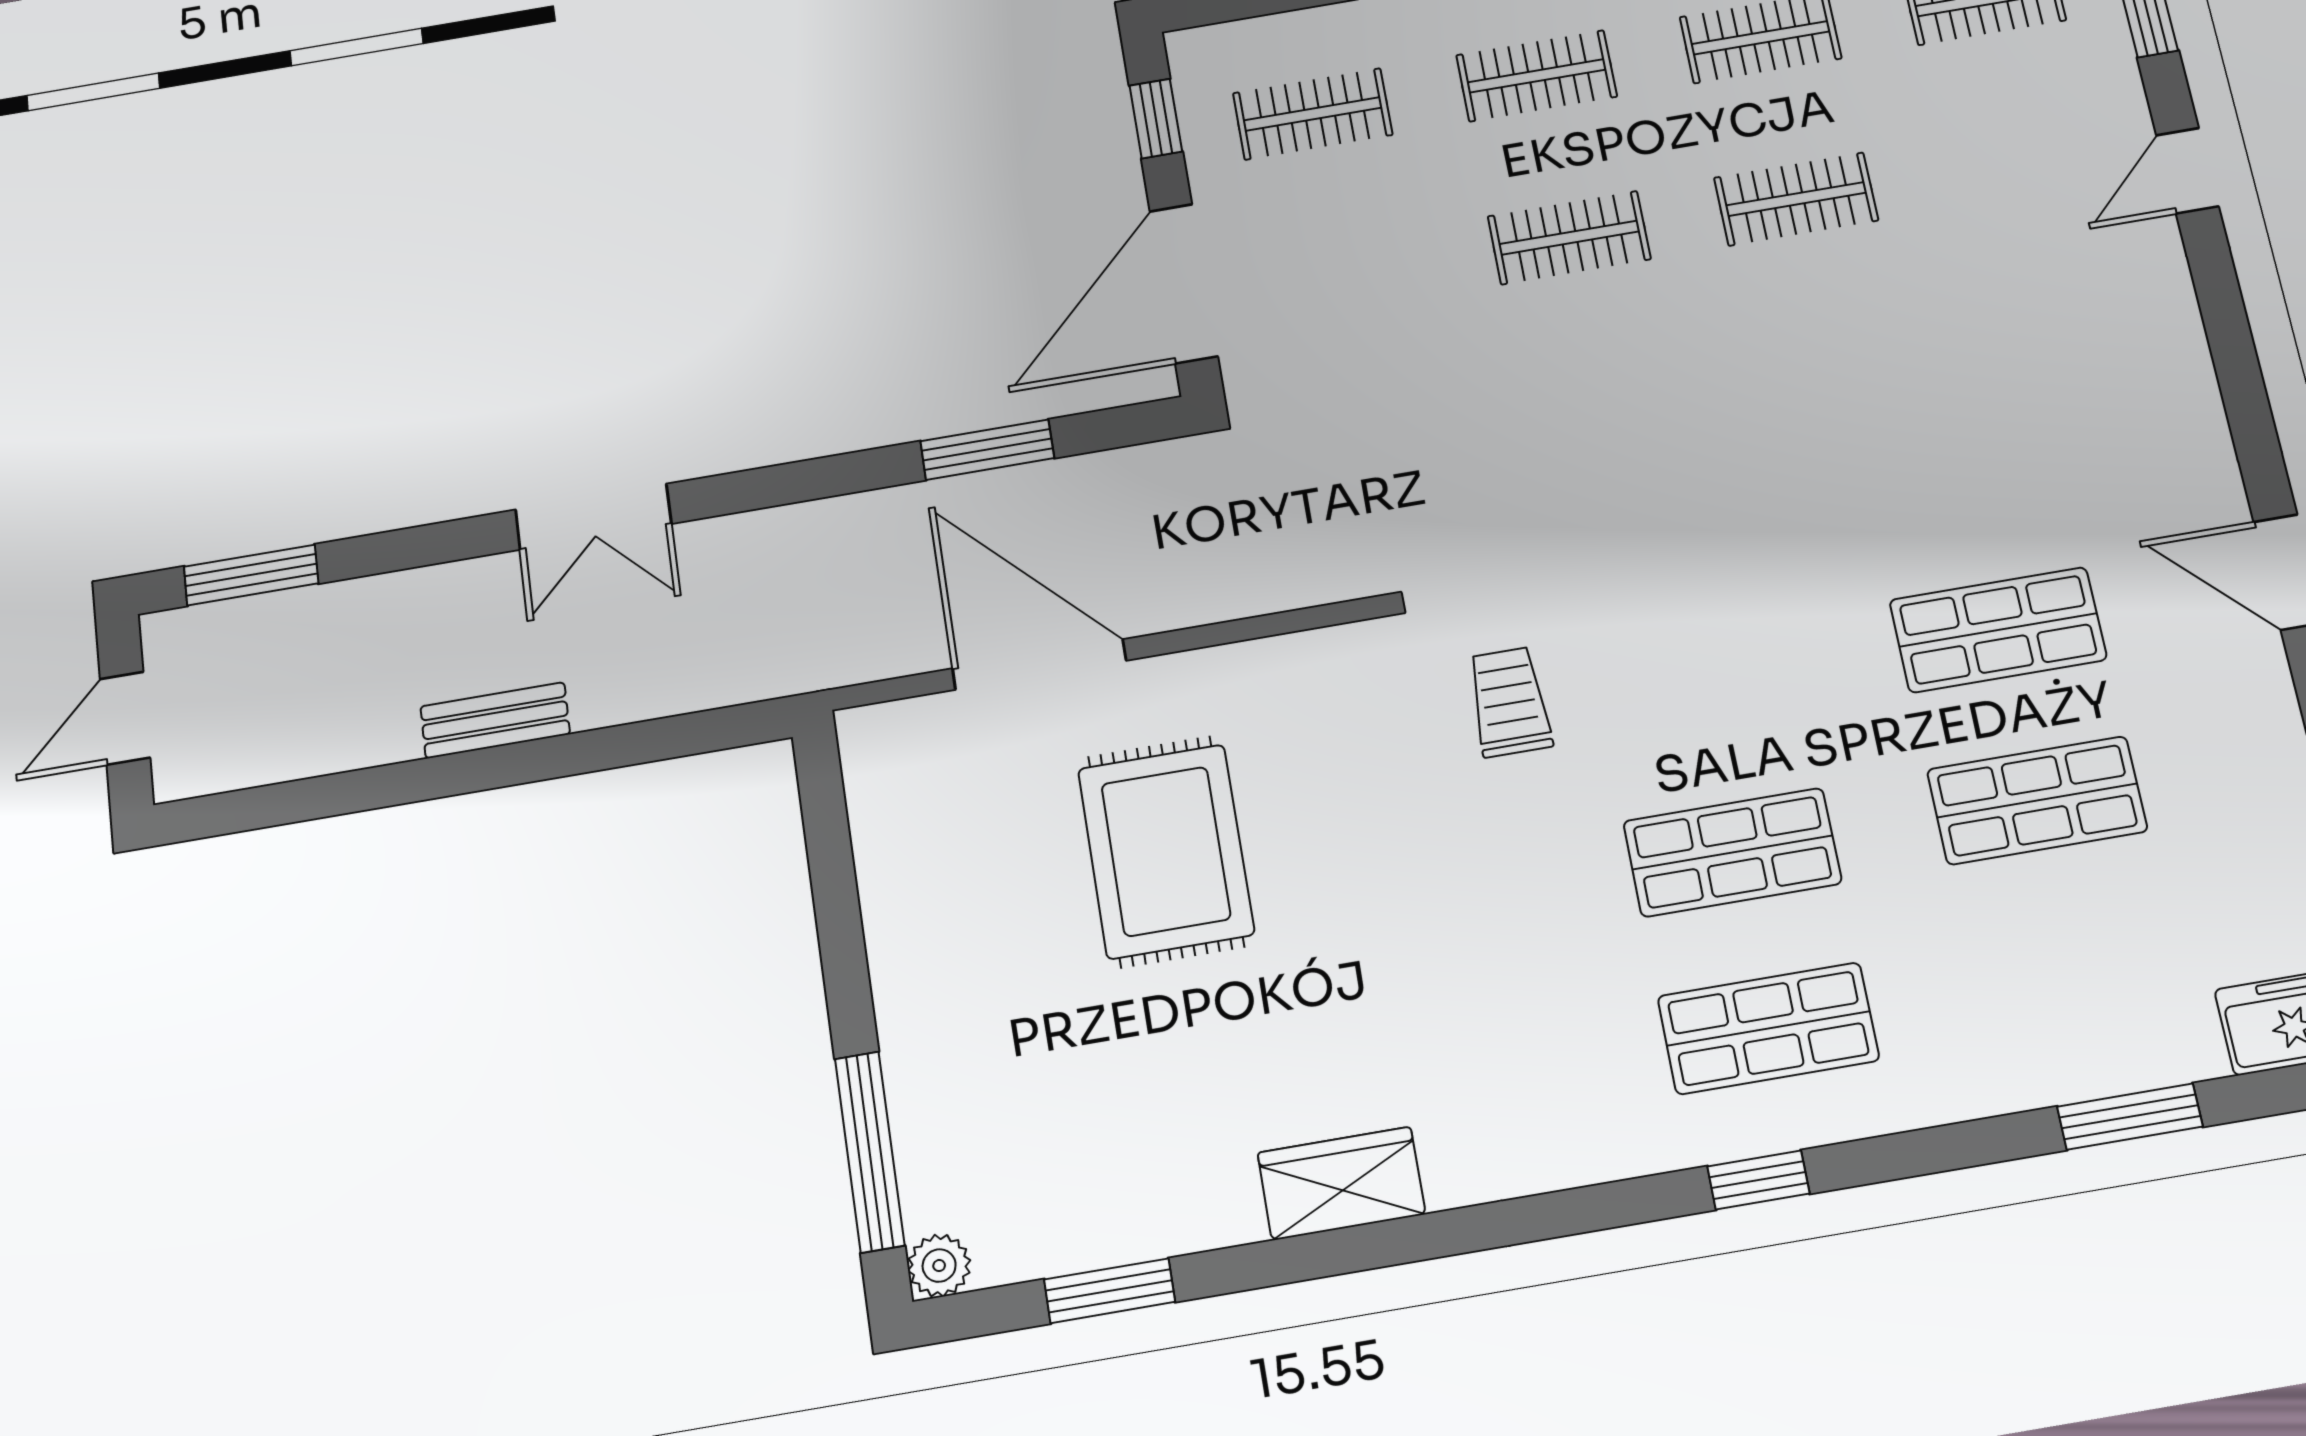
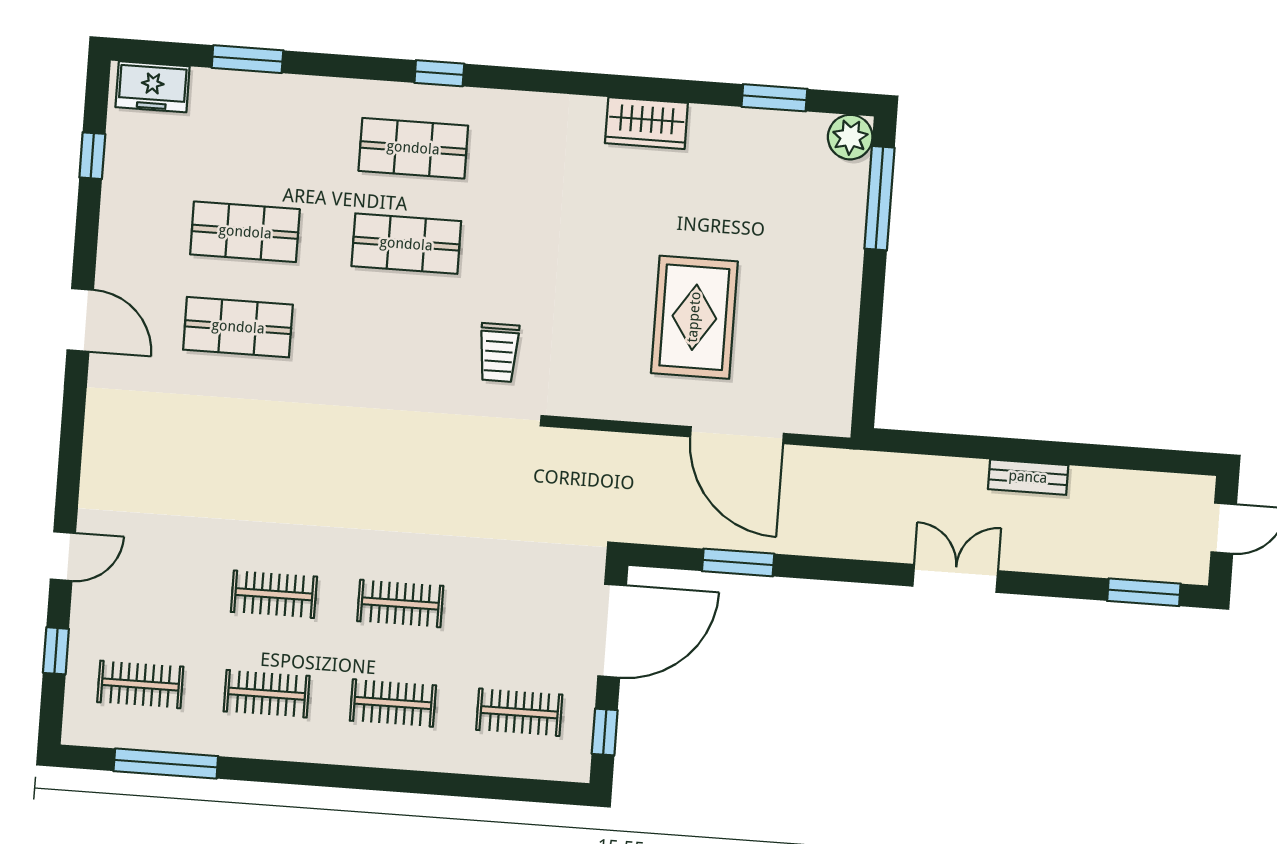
plant: (939, 1266) -> (850, 137), width x1.38, depth x1.38

